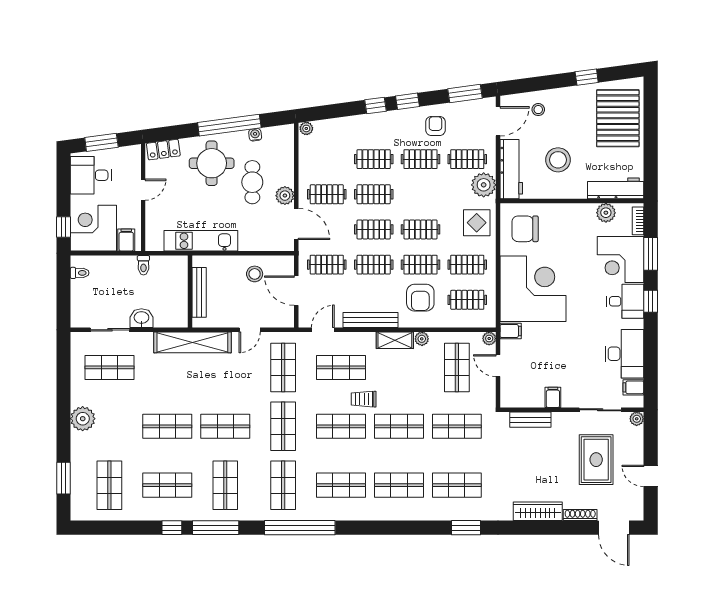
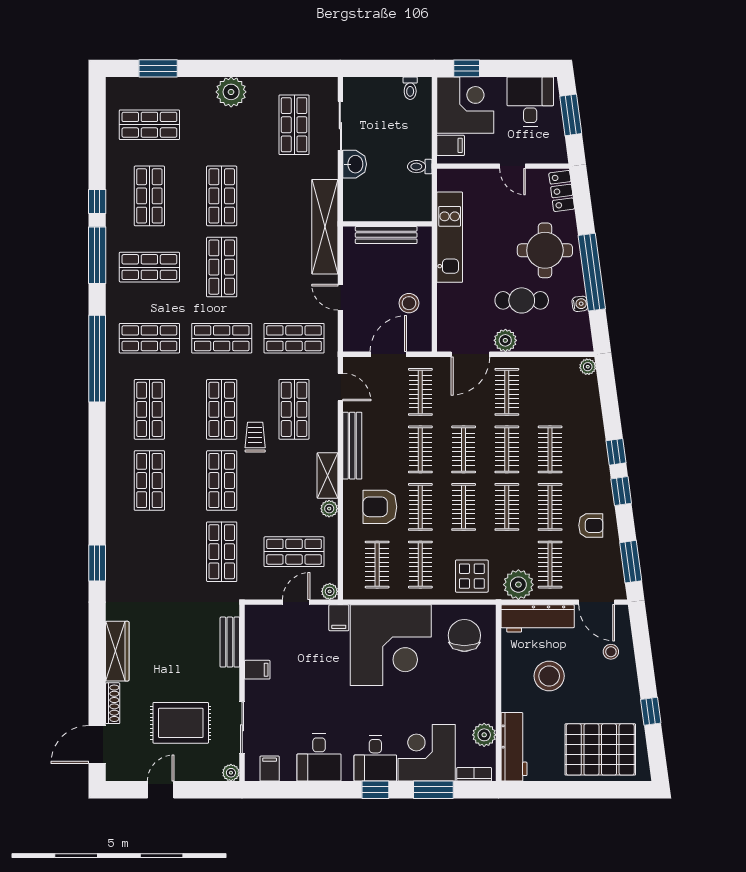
clothes rail: (420, 194) -> (507, 507), added
desk: (624, 354) -> (319, 758), width x0.73
shop shelf: (457, 485) -> (149, 552), removed

